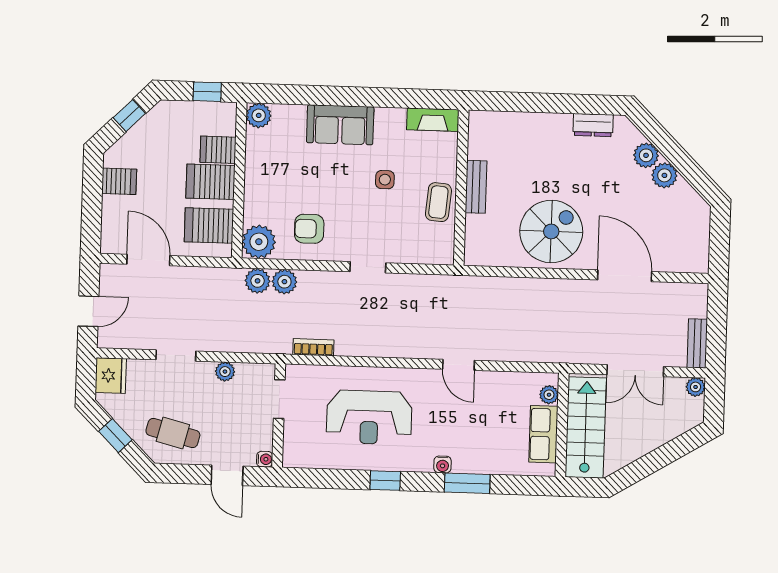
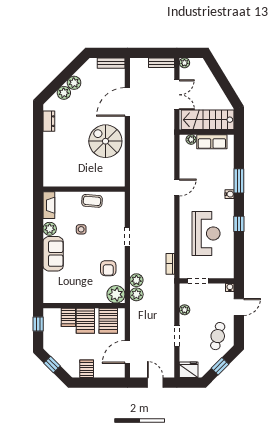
plant: (259, 115) -> (50, 229), moved
bench: (476, 187) -> (111, 63), moved

